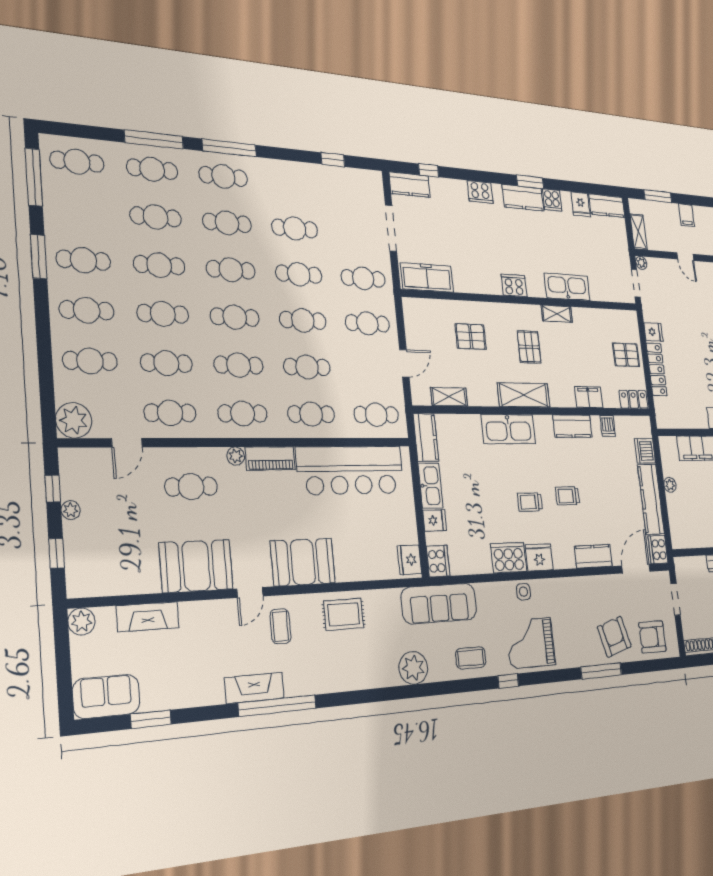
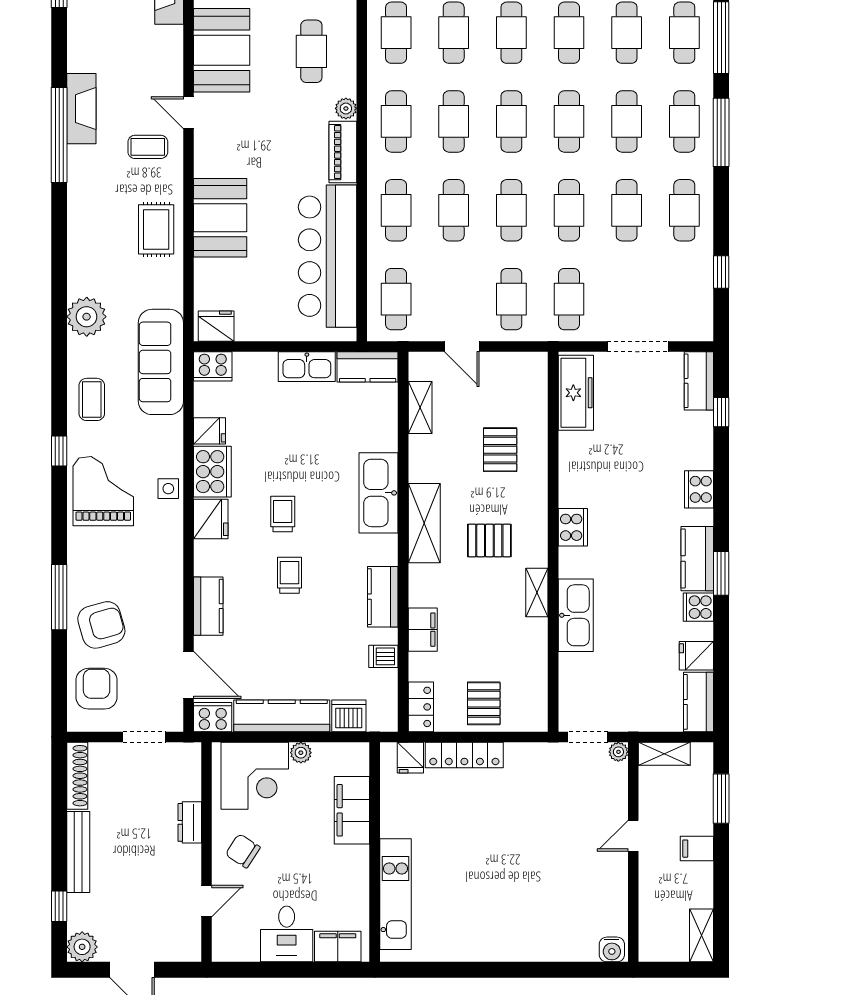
cafe table: (291, 183) -> (684, 210), added
fridge: (653, 332) -> (410, 758), moved
corner desk: (687, 518) -> (255, 776), added
fridge: (435, 520) -> (209, 431), moved, turned -90
booth: (303, 562) -> (220, 218), moved

